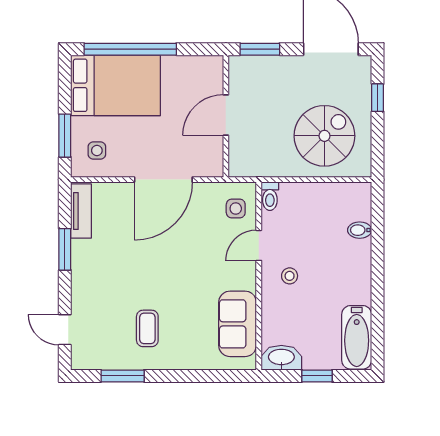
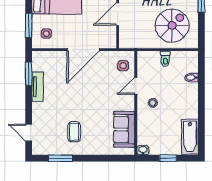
toilet: (270, 196) -> (165, 59), moved
tv unit: (81, 211) -> (38, 87), moved
window: (65, 249) -> (29, 74), moved
washbasin: (281, 358) -> (143, 150), width x0.52, depth x0.69

